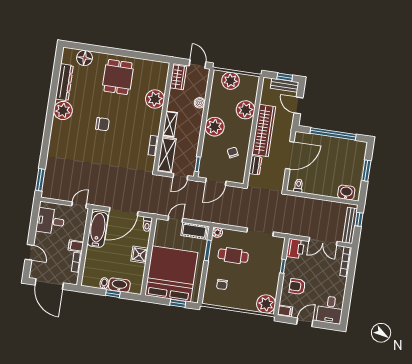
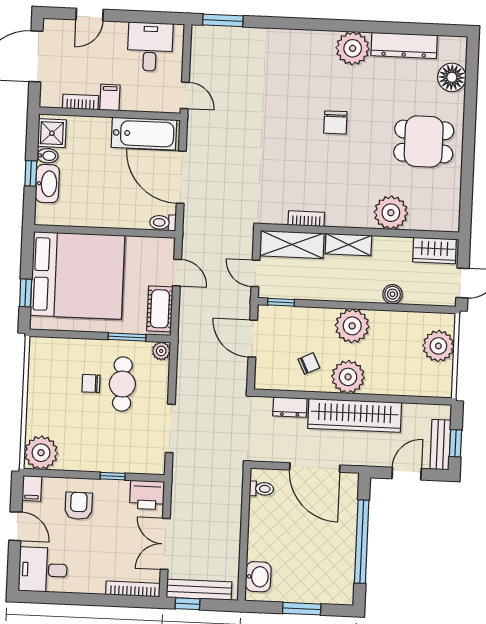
plant: (246, 110) -> (348, 377), moved
window: (359, 219) -> (188, 604), moved
shower: (139, 255) -> (52, 133), moved
chair: (222, 284) -> (91, 384), moved

